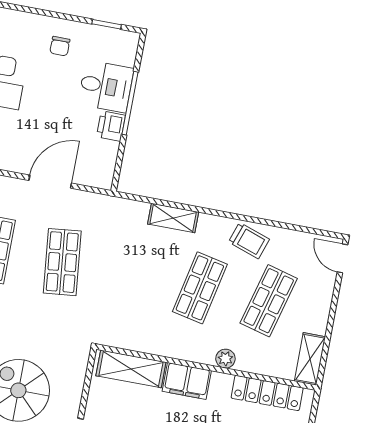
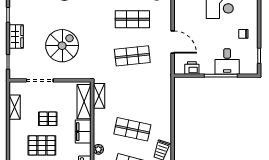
printer: (111, 126) -> (192, 68), moved
shelving: (173, 218) -> (99, 96), moved

